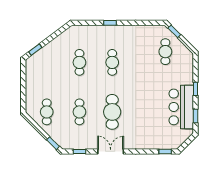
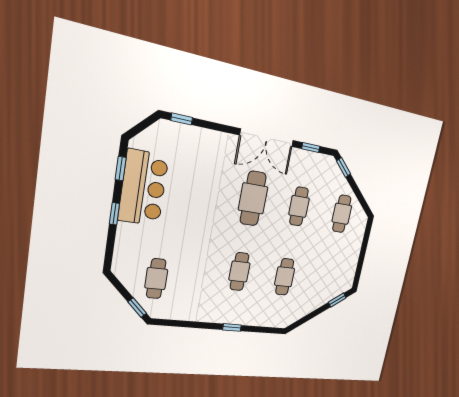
double door: (111, 151) -> (267, 138), width x1.37

